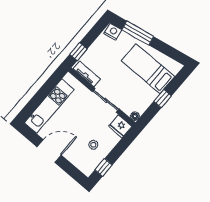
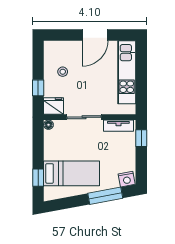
window: (163, 99) -> (38, 178), moved
window: (104, 167) -> (38, 88), moved

